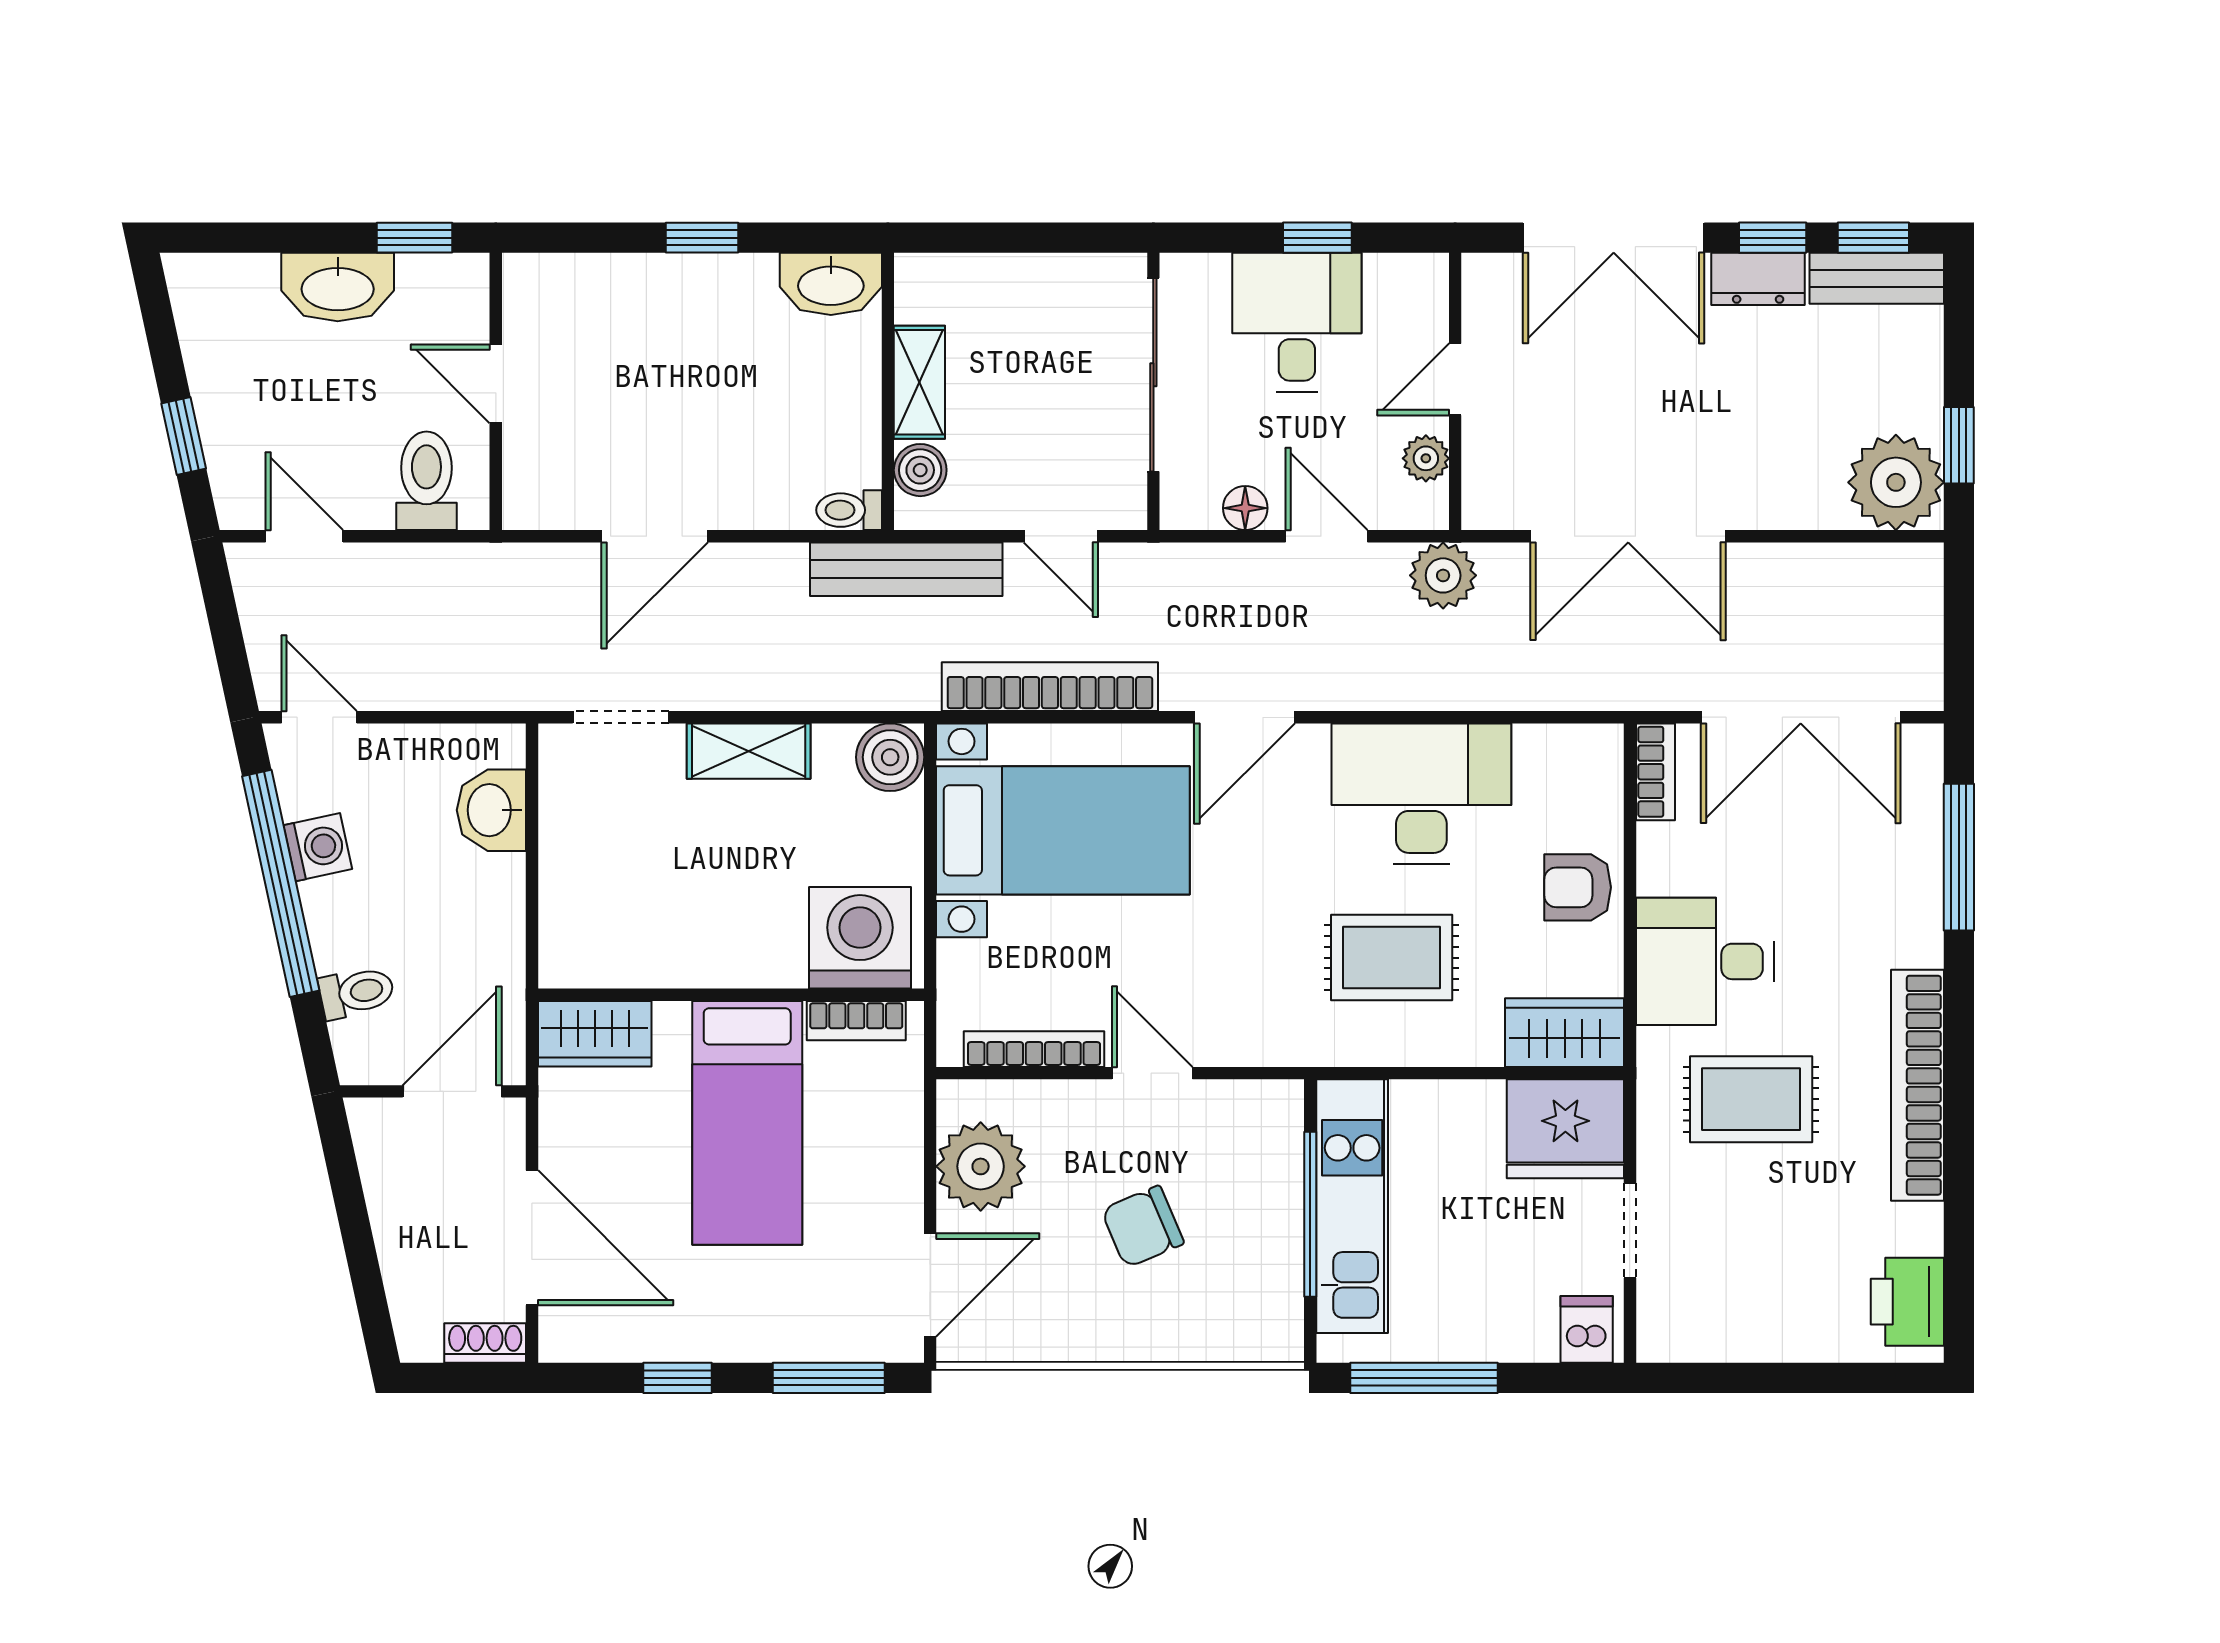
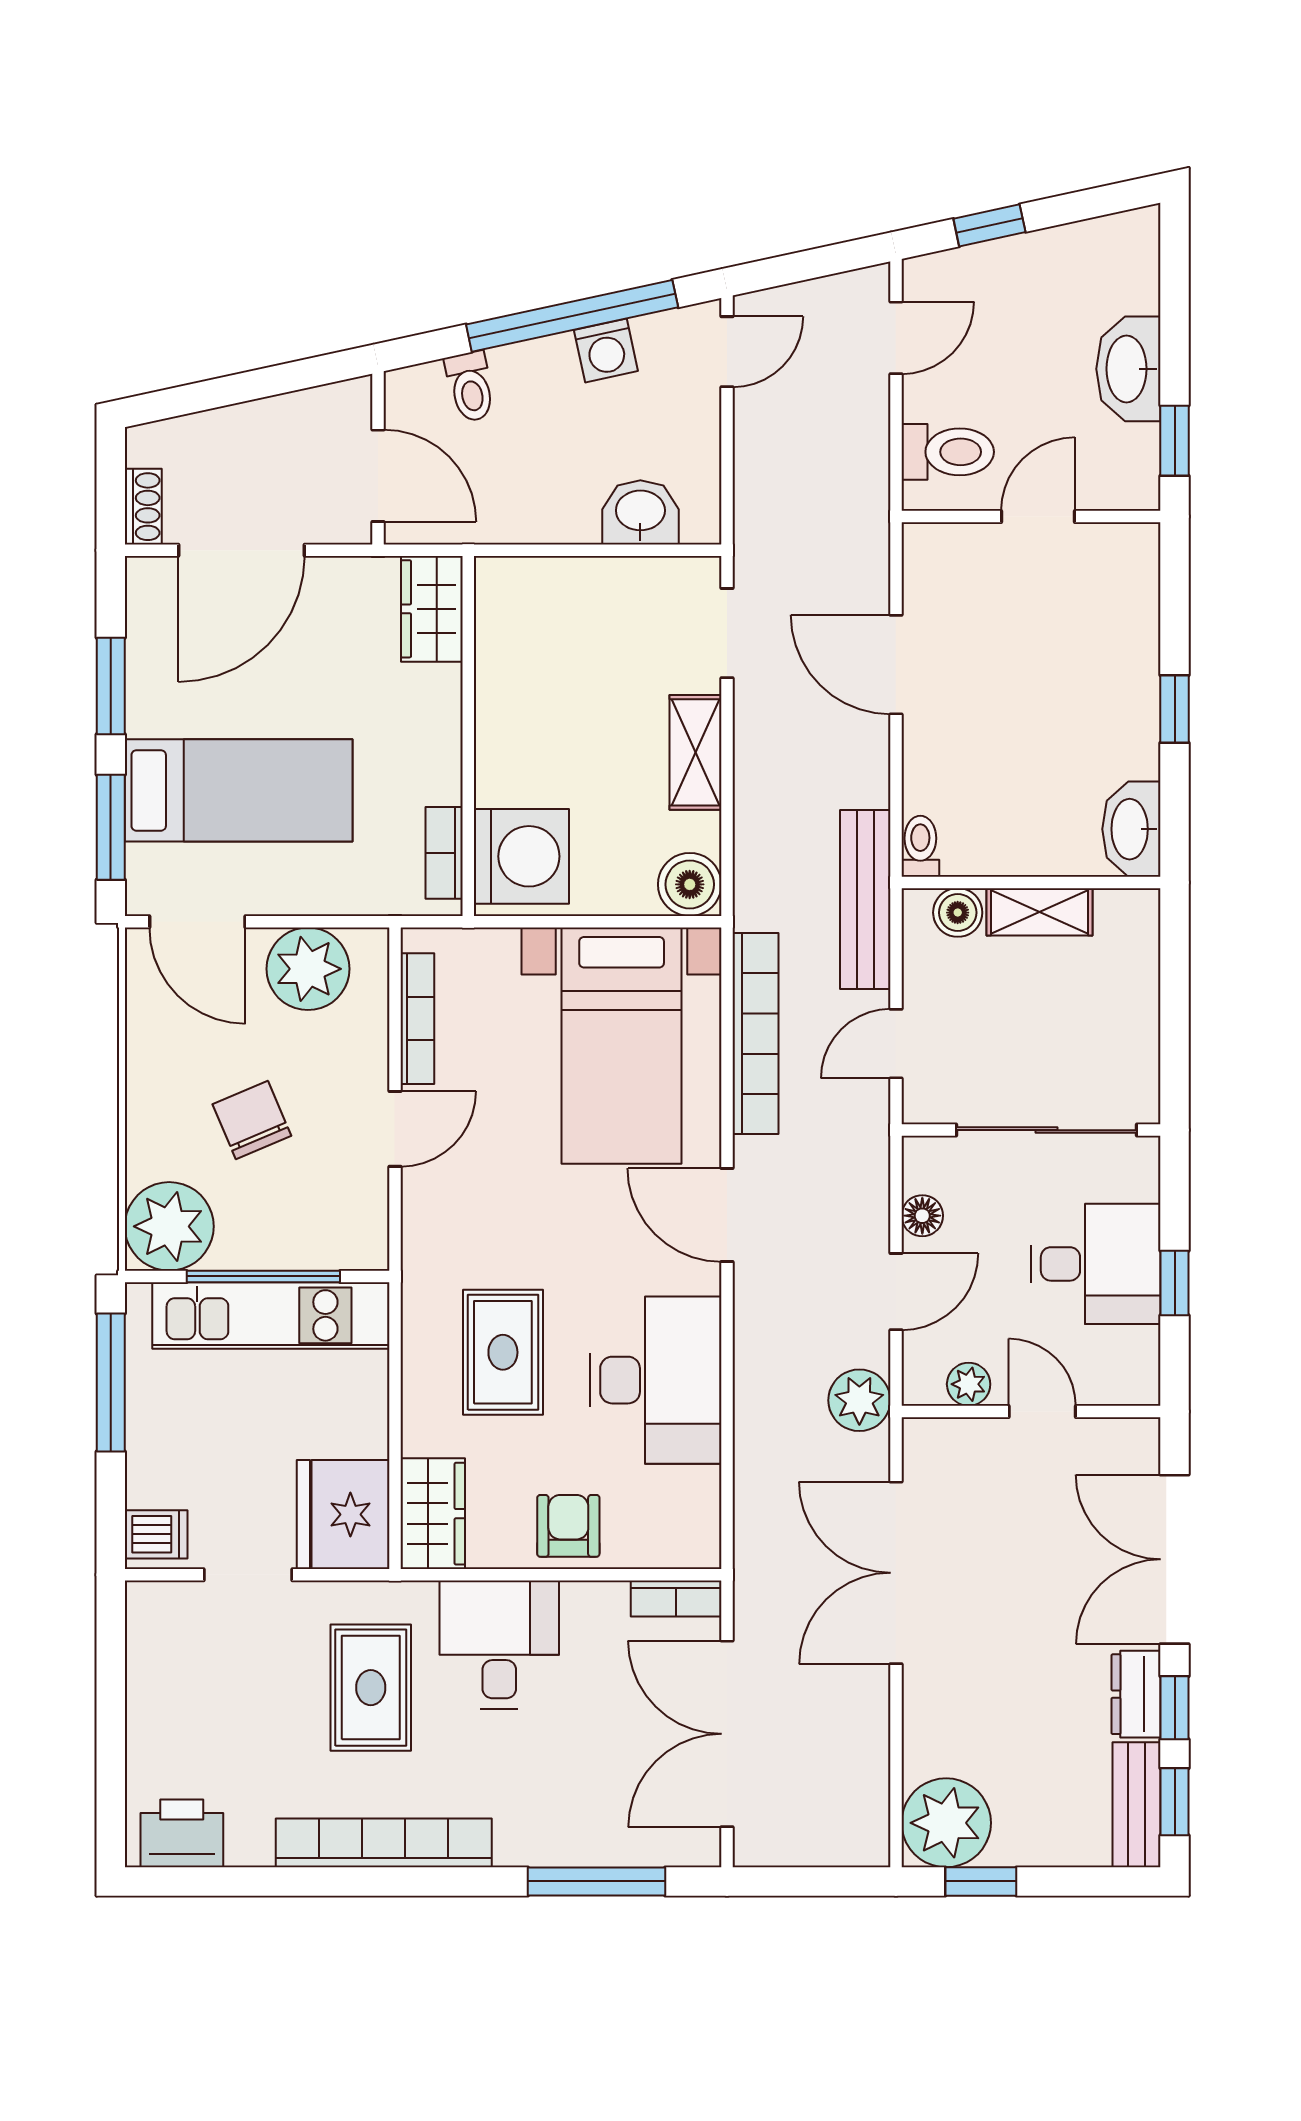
bed: (747, 1123) -> (239, 790), moved, turned 180
plant: (1257, 1315) -> (169, 1226), added
window: (677, 1378) -> (111, 686), width x1.50

